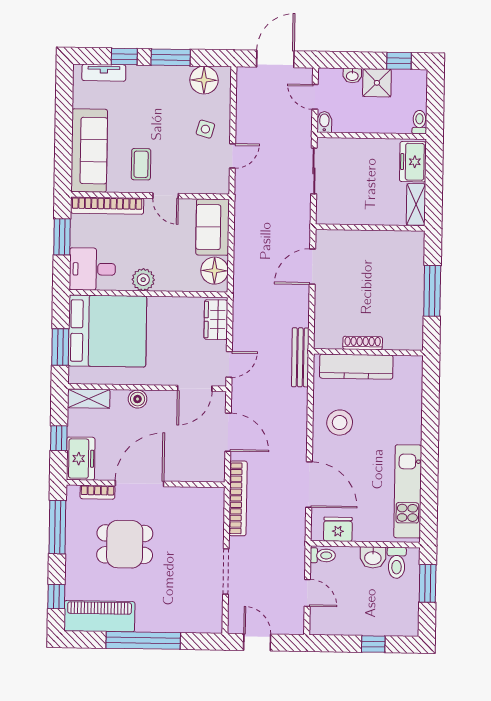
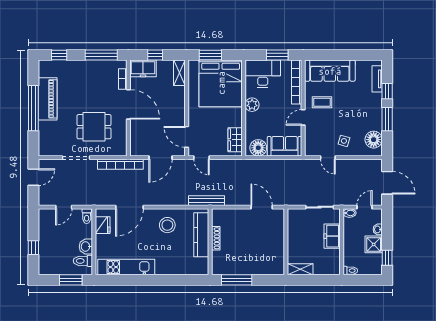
freezer: (413, 162) -> (332, 236), moved, turned -90
desk: (92, 269) -> (263, 74), width x1.37
window: (432, 291) -> (237, 280), moved
wardrobe: (216, 320) -> (235, 140), moved, turned -90
boiler: (138, 399) -> (180, 102), removed
dining table: (125, 544) -> (94, 127), moved, turned 90
piano: (99, 616) -> (48, 99), moved

